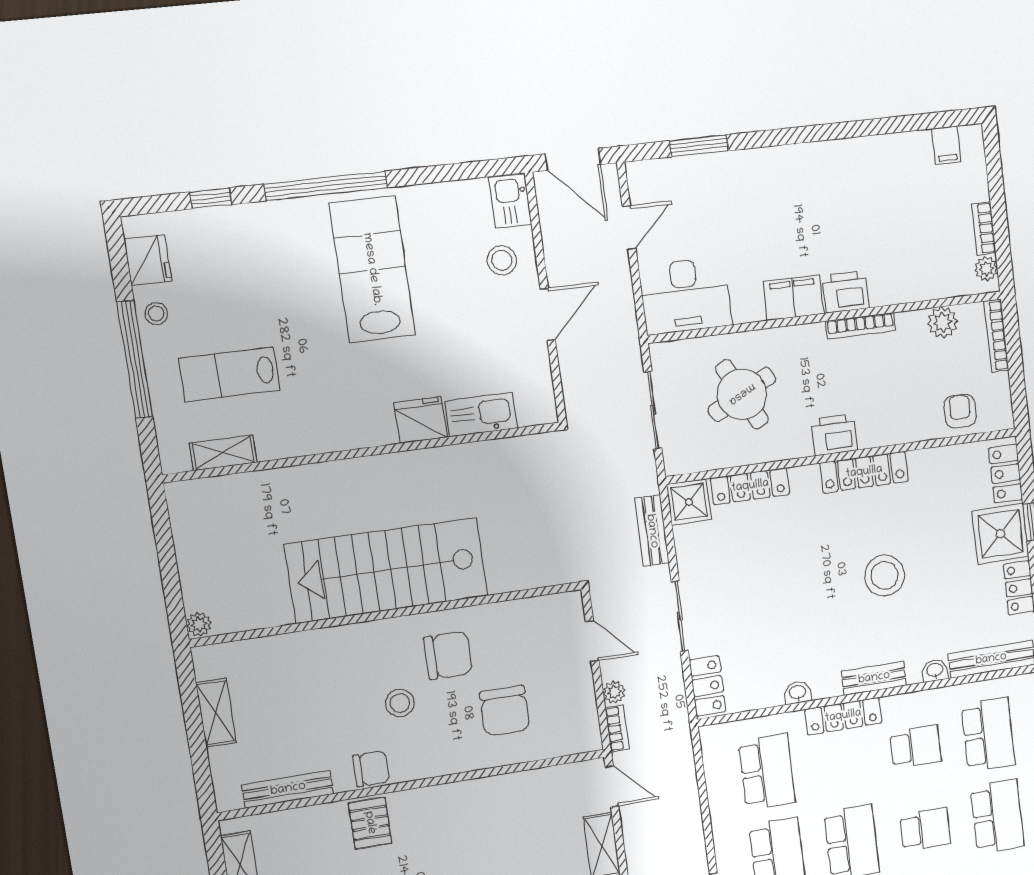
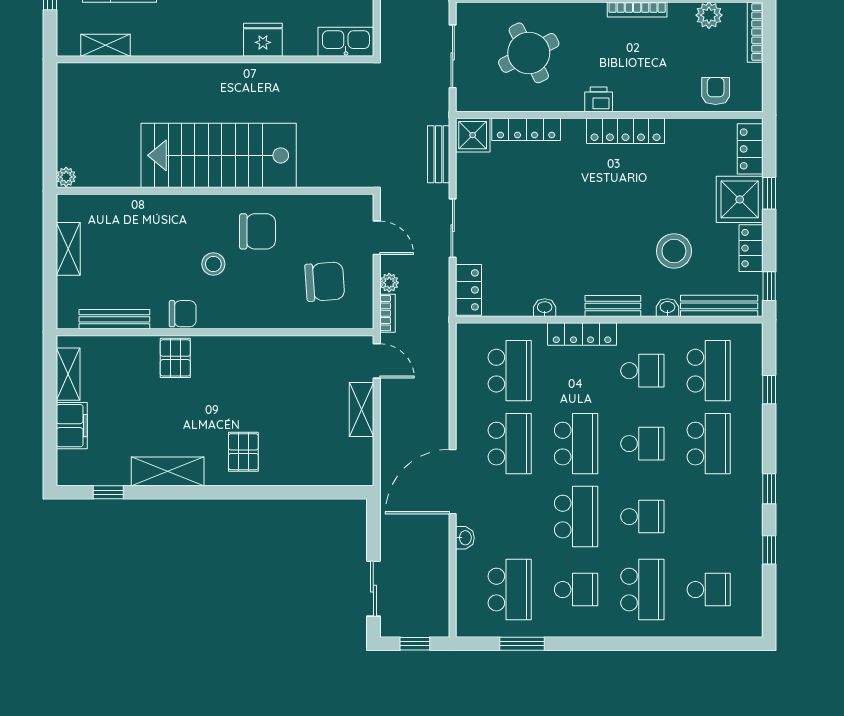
kitchen sink: (481, 415) -> (346, 42), moved
printer: (834, 435) -> (599, 99), width x0.73, depth x0.81
stool: (885, 575) -> (674, 251), moved
chair: (505, 711) -> (325, 282), moved, turned -94

